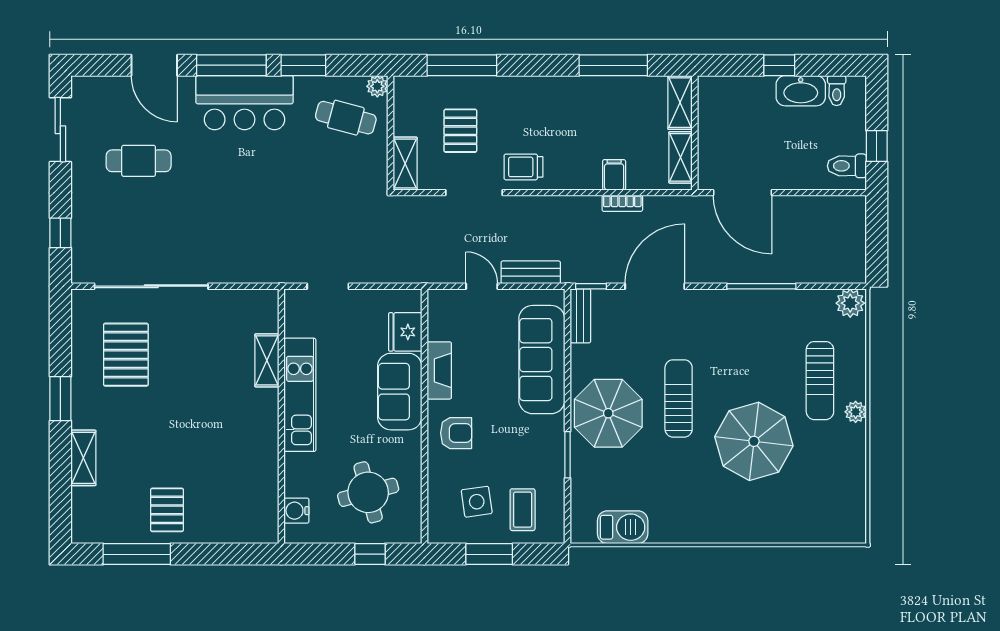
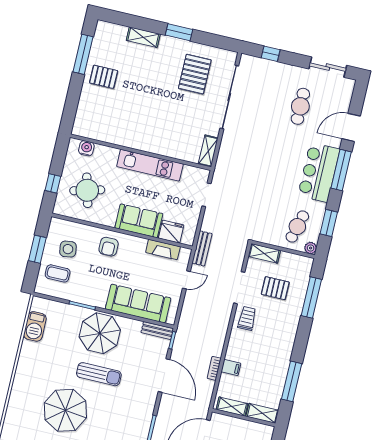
window: (303, 65) -> (329, 223), moved
bench: (531, 272) -> (202, 248), moved
pallet: (126, 355) -> (195, 74), turned 90
shelving: (267, 360) -> (208, 151), moved, turned 90
fireplace: (439, 370) -> (163, 250), moved

